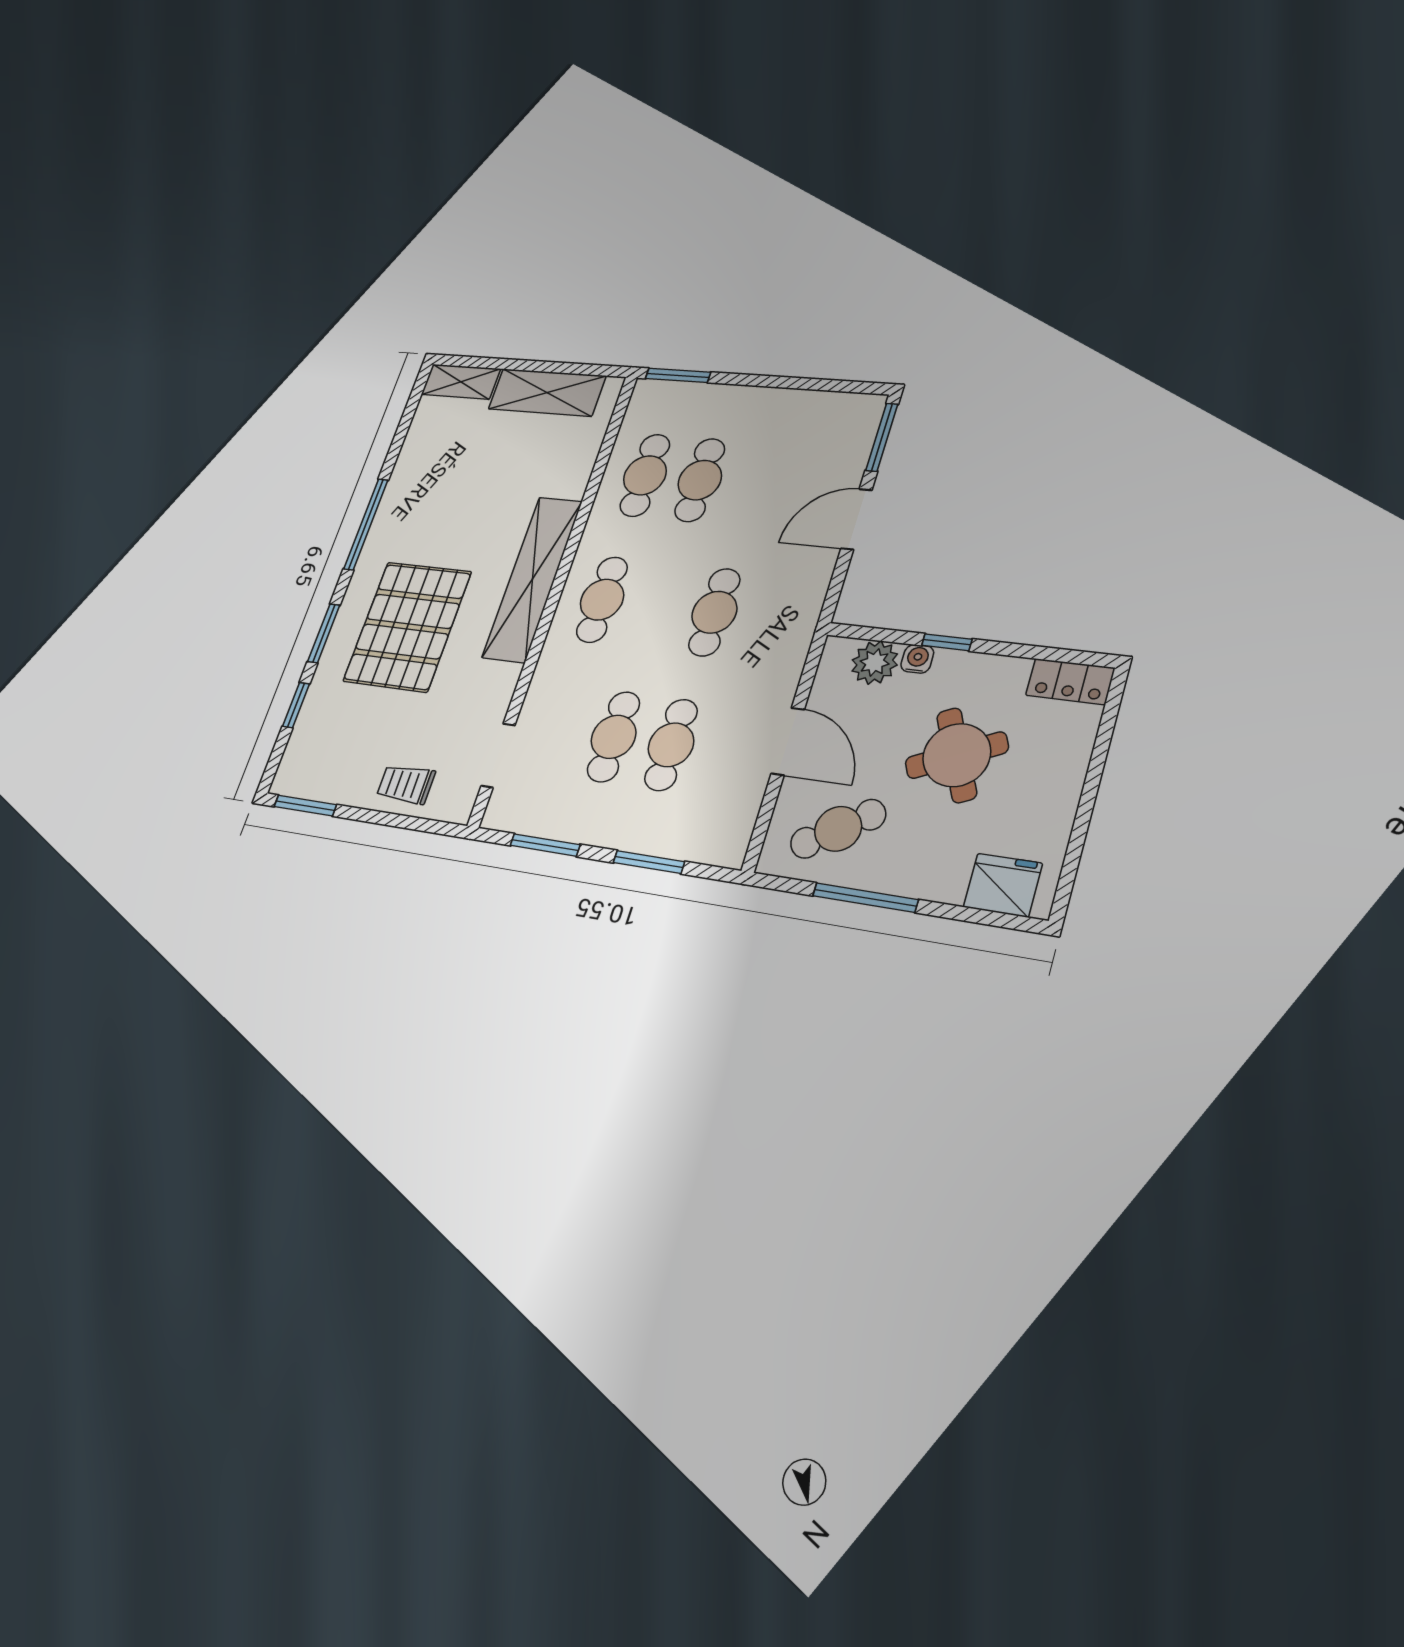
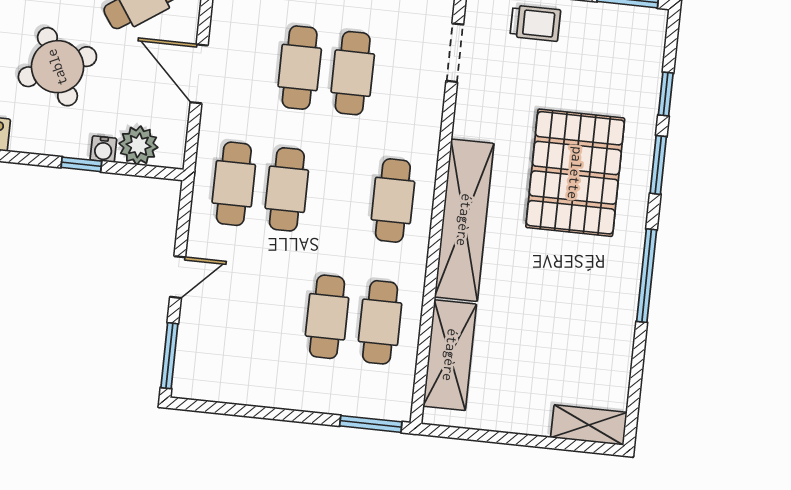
shelving: (547, 392) -> (450, 355), moved, turned 90
door: (856, 519) -> (178, 277), width x0.73
cafe table: (773, 619) -> (234, 184), added

